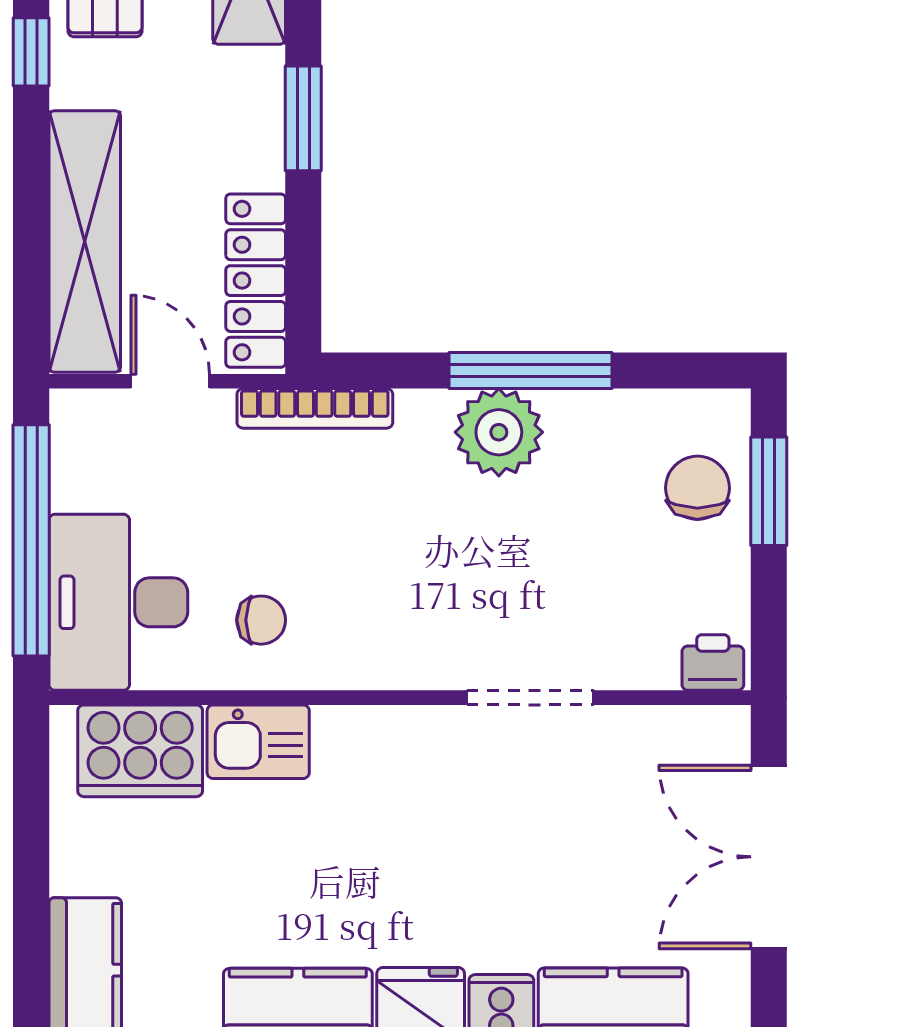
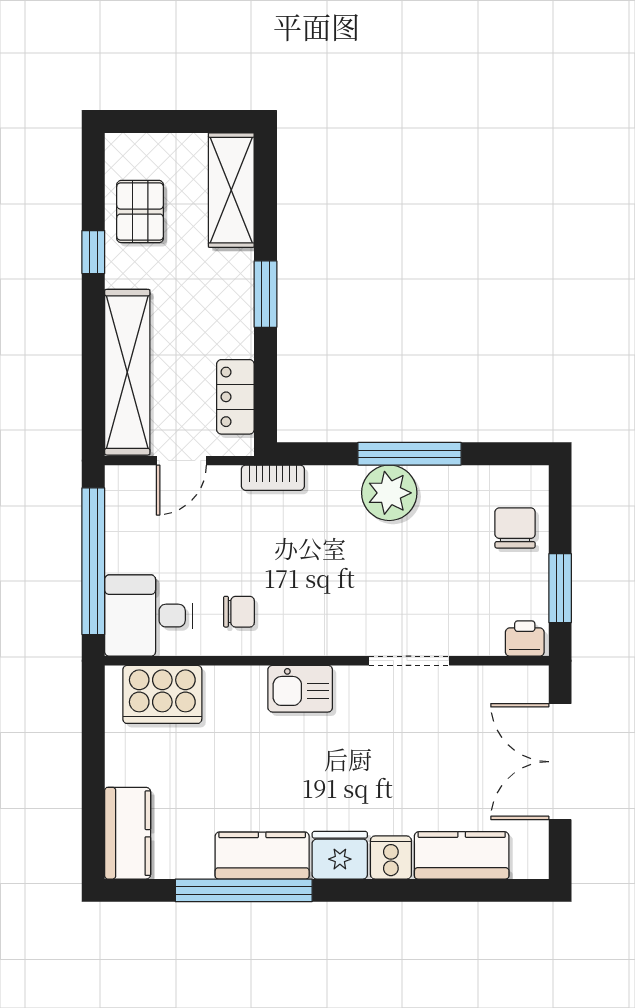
locker: (256, 281) -> (235, 397), width x0.66
door: (170, 381) -> (181, 461), swing flipped
bookcase: (315, 408) -> (273, 478), width x0.64
window: (769, 491) -> (560, 588), moved
desk: (118, 602) -> (148, 616), width x0.73
kitchen sink: (258, 742) -> (300, 689), moved

